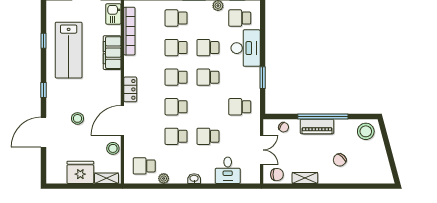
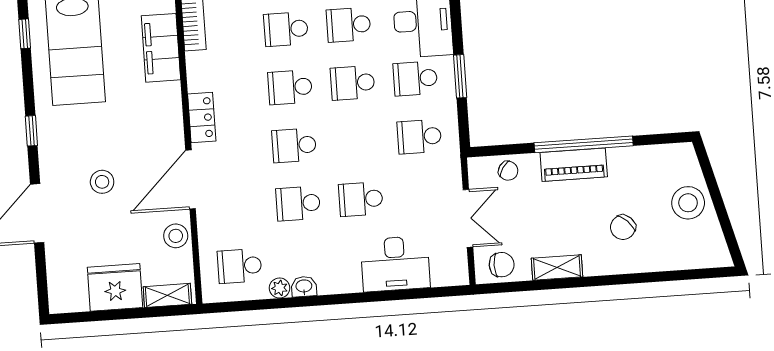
school desk: (240, 77) -> (415, 79), added
stool: (366, 131) -> (688, 203), moved
desk: (228, 170) -> (395, 264), width x1.37
washbasin: (194, 179) -> (304, 287), moved

